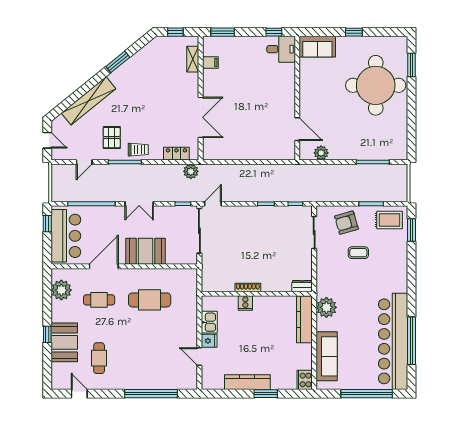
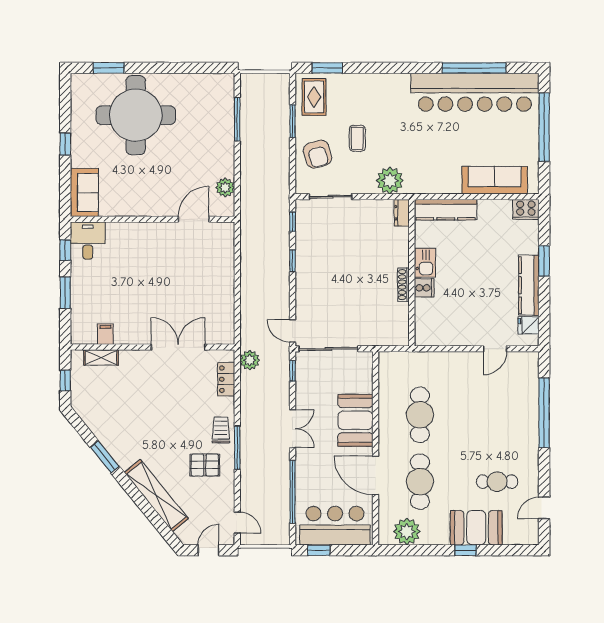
window: (223, 32) -> (65, 293), moved
door: (84, 162) -> (237, 523), moved
cafe table: (99, 300) -> (420, 482), width x1.37, depth x1.35
plant: (326, 307) -> (390, 181), moved
kitchen sink: (209, 322) -> (425, 263), moved, turned 90
fridge: (209, 341) -> (529, 325), moved, turned -90

